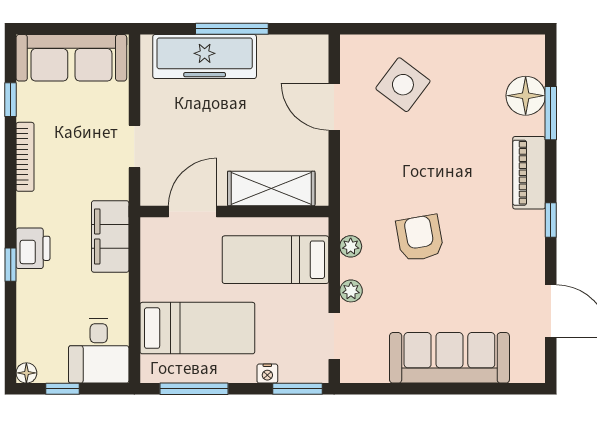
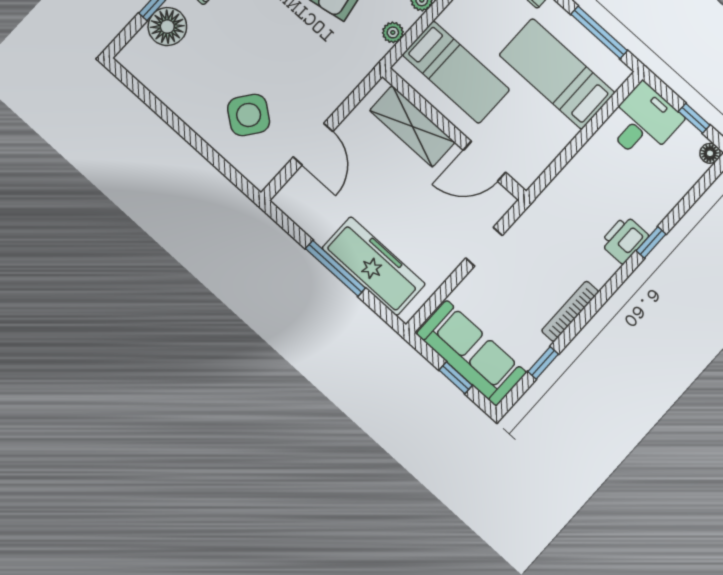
window: (67, 29) -> (456, 378), added
filing cabinet: (110, 236) -> (560, 197), removed

